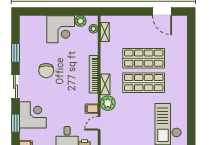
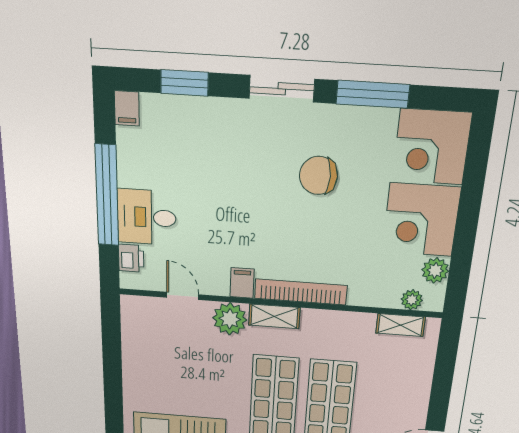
window: (15, 53) -> (373, 94), width x1.44
filing cabinet: (92, 109) -> (242, 283), moved
corner desk: (33, 115) -> (432, 147), moved, turned 90

